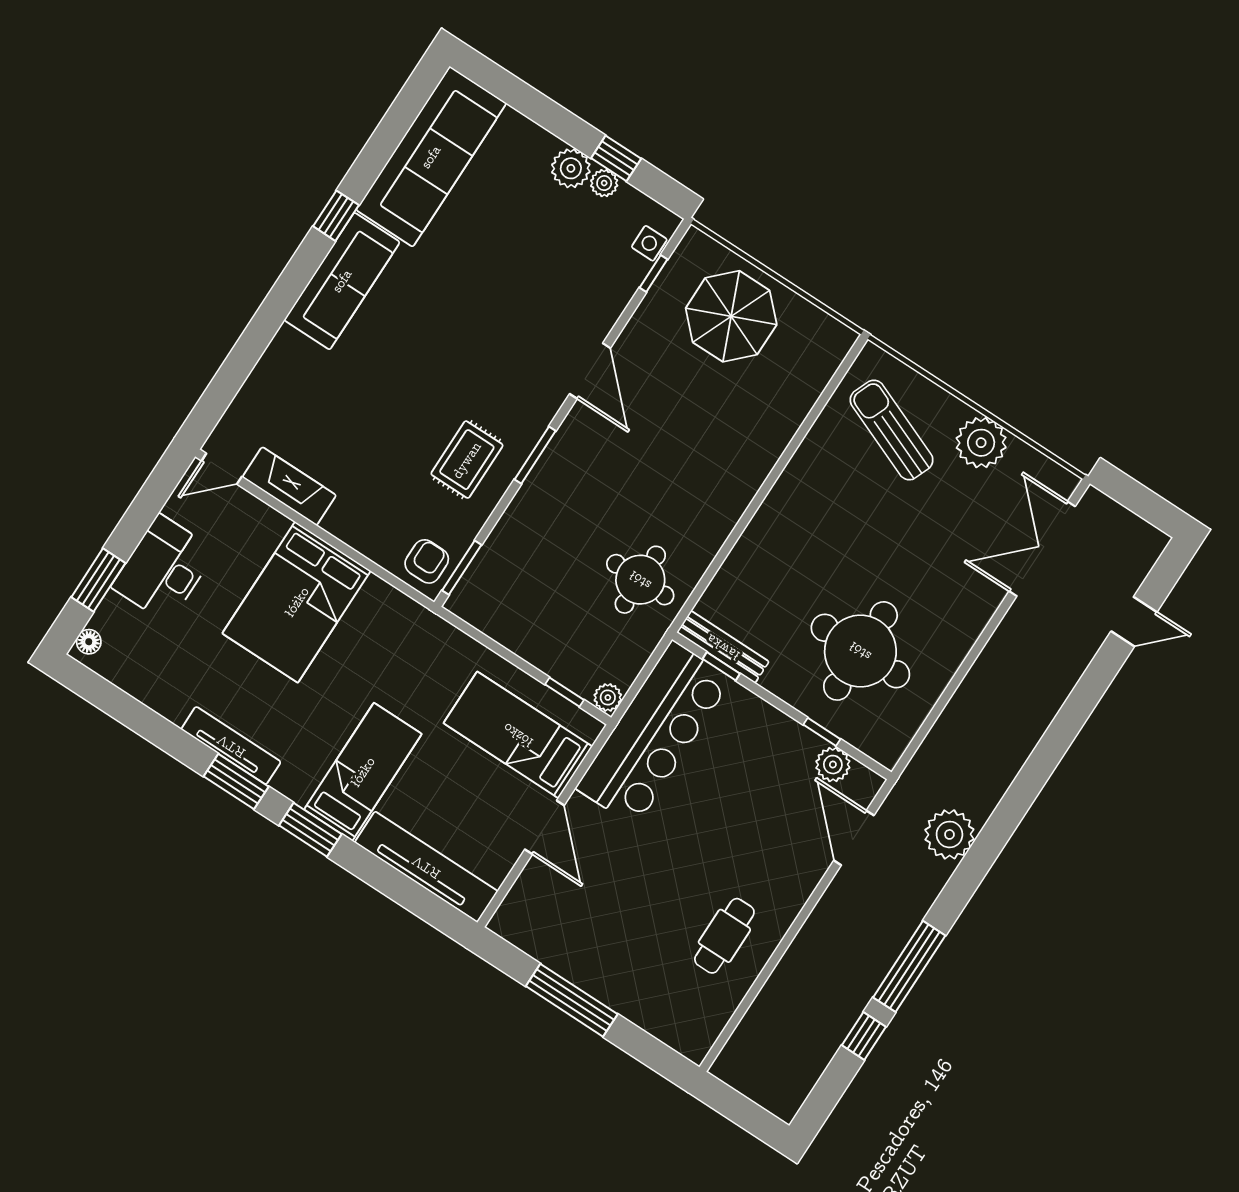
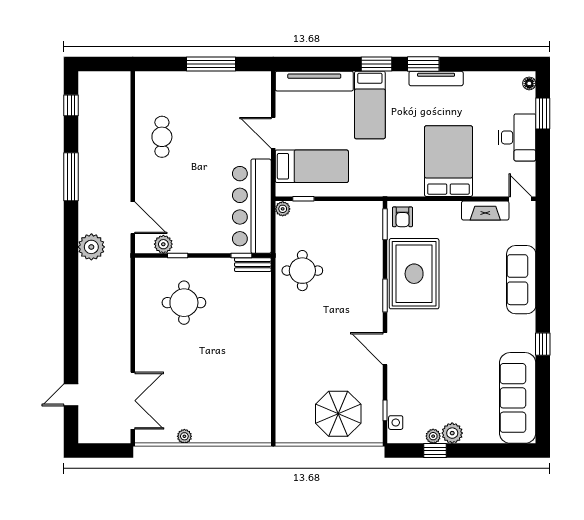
sofa: (342, 281) -> (521, 280), moved
sun lounger: (892, 430) -> (234, 410), removed
plant: (981, 443) -> (184, 436), width x0.53, depth x0.53
rug: (467, 460) -> (414, 274), width x1.86, depth x2.06
door: (222, 469) -> (520, 199), hinge flipped
bench: (723, 647) -> (253, 265), width x0.73
round table: (860, 651) -> (184, 303), width x0.73, depth x0.73
window: (864, 1036) -> (71, 105), moved

